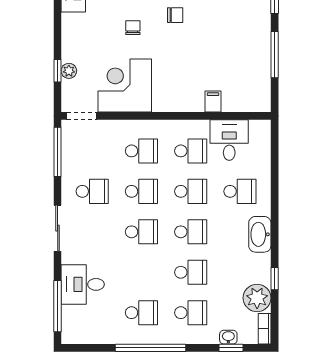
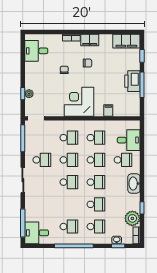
printer: (257, 48) -> (132, 81), added
corner desk: (125, 85) -> (79, 102), moved
desk: (229, 140) -> (129, 140), moved, turned 90
desk: (83, 284) -> (37, 233), moved

